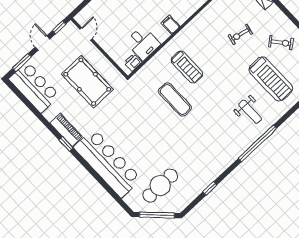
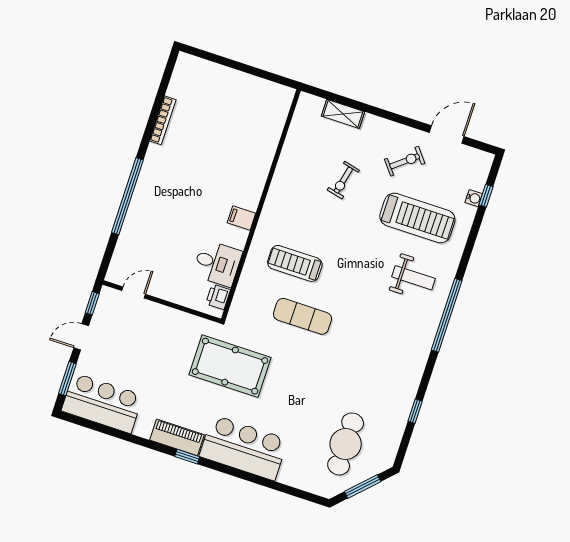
door: (86, 34) -> (134, 292), hinge flipped
door: (43, 43) -> (81, 337), hinge flipped
treadmill: (187, 67) -> (295, 263), turned 180
pool table: (87, 82) -> (230, 366), moved
bar counter: (107, 163) -> (244, 448), width x0.73
window: (157, 215) -> (363, 486), width x0.69

